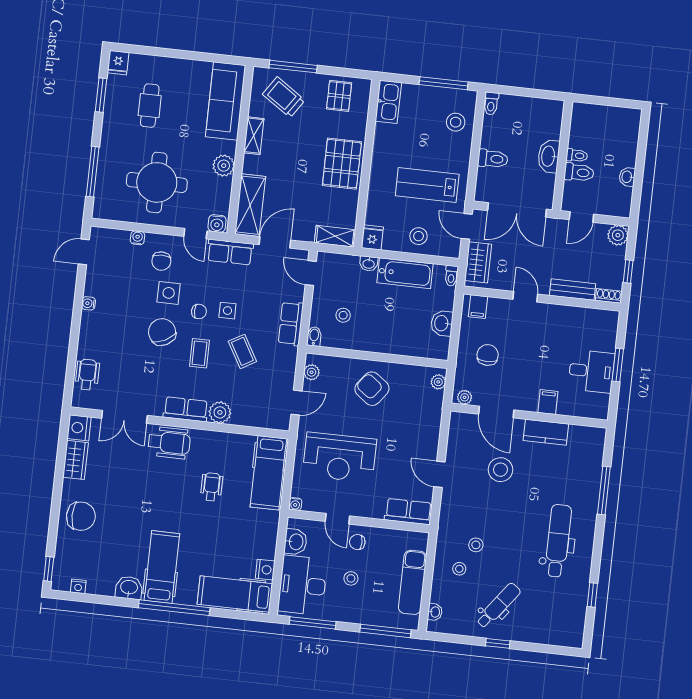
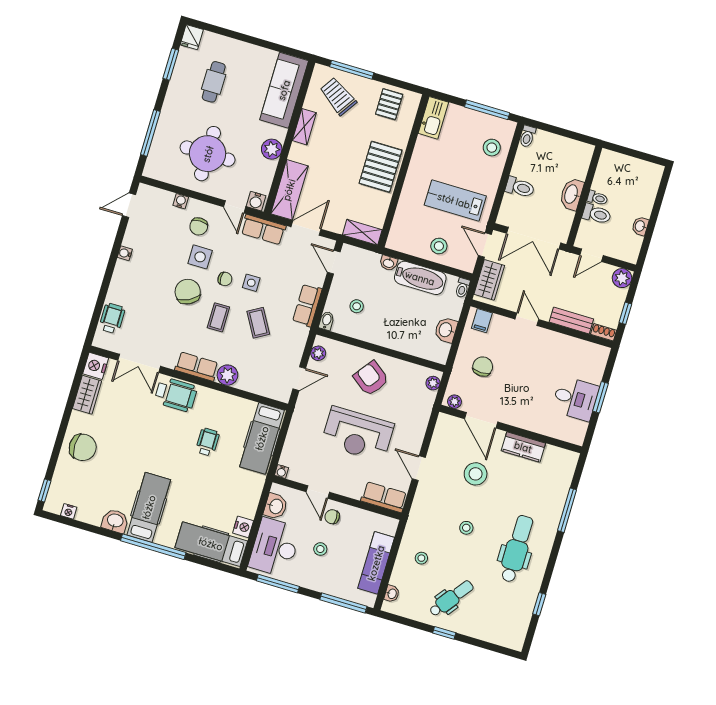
fridge: (372, 237) -> (396, 240), removed
filing cabinet: (548, 402) -> (530, 420), removed
reception desk: (340, 457) -> (358, 434), moved
stool: (476, 545) -> (466, 528), moved

